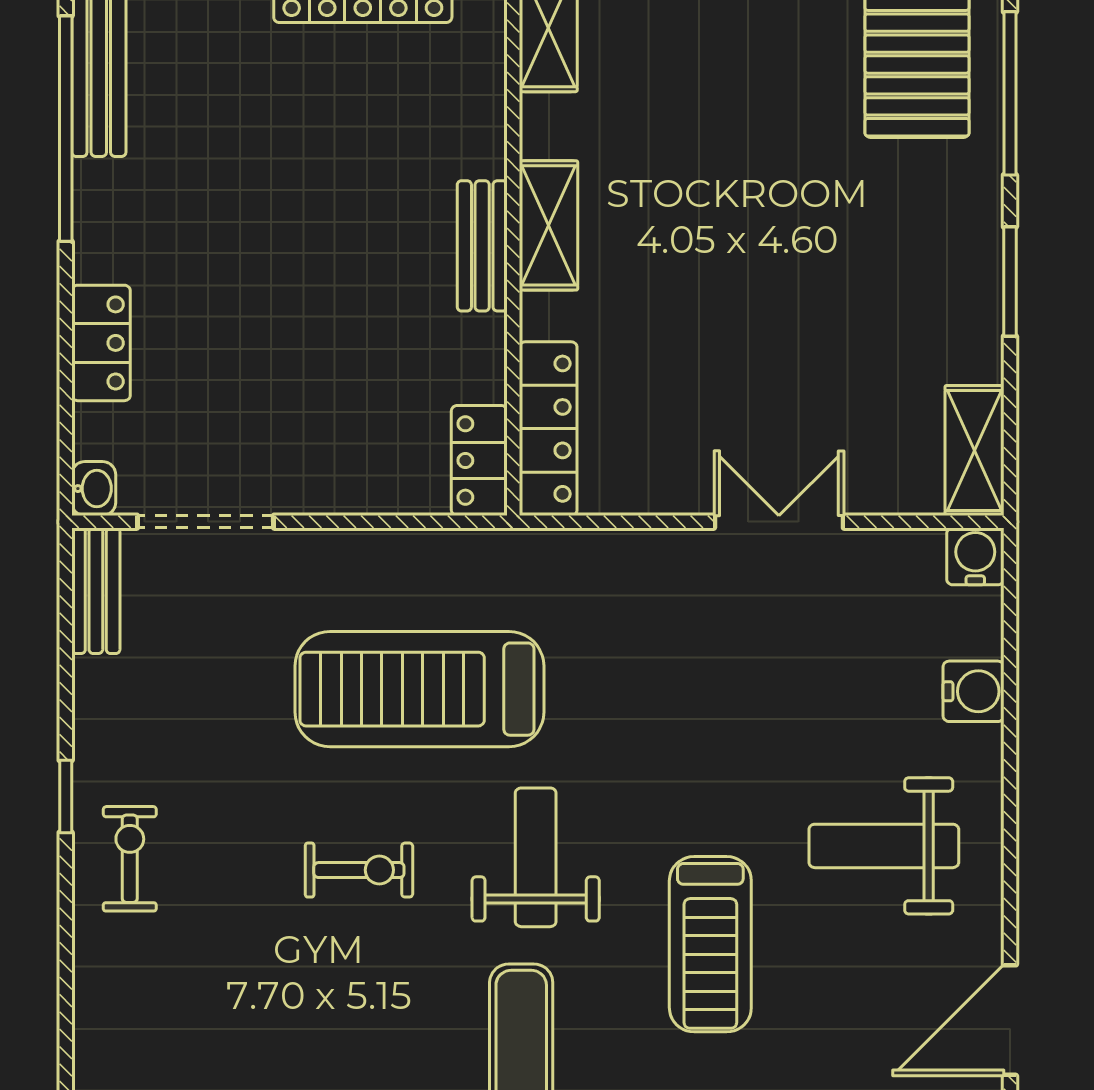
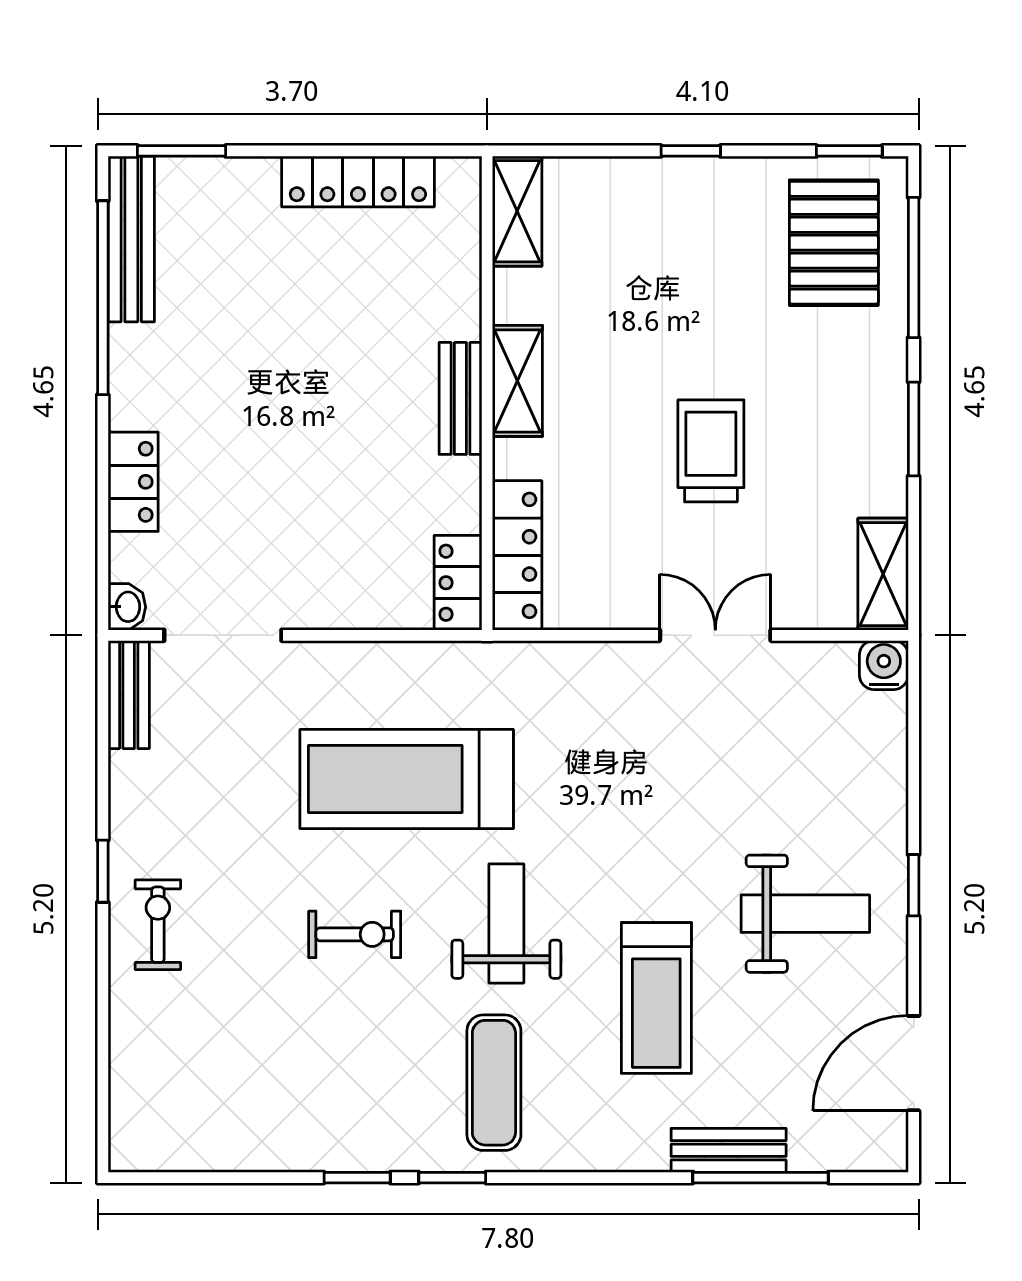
trolley: (774, 307) -> (711, 451), added
water cooler: (973, 691) -> (882, 781), removed
window: (1010, 813) -> (914, 885), added
weight bench: (884, 846) -> (805, 914), turned 180

